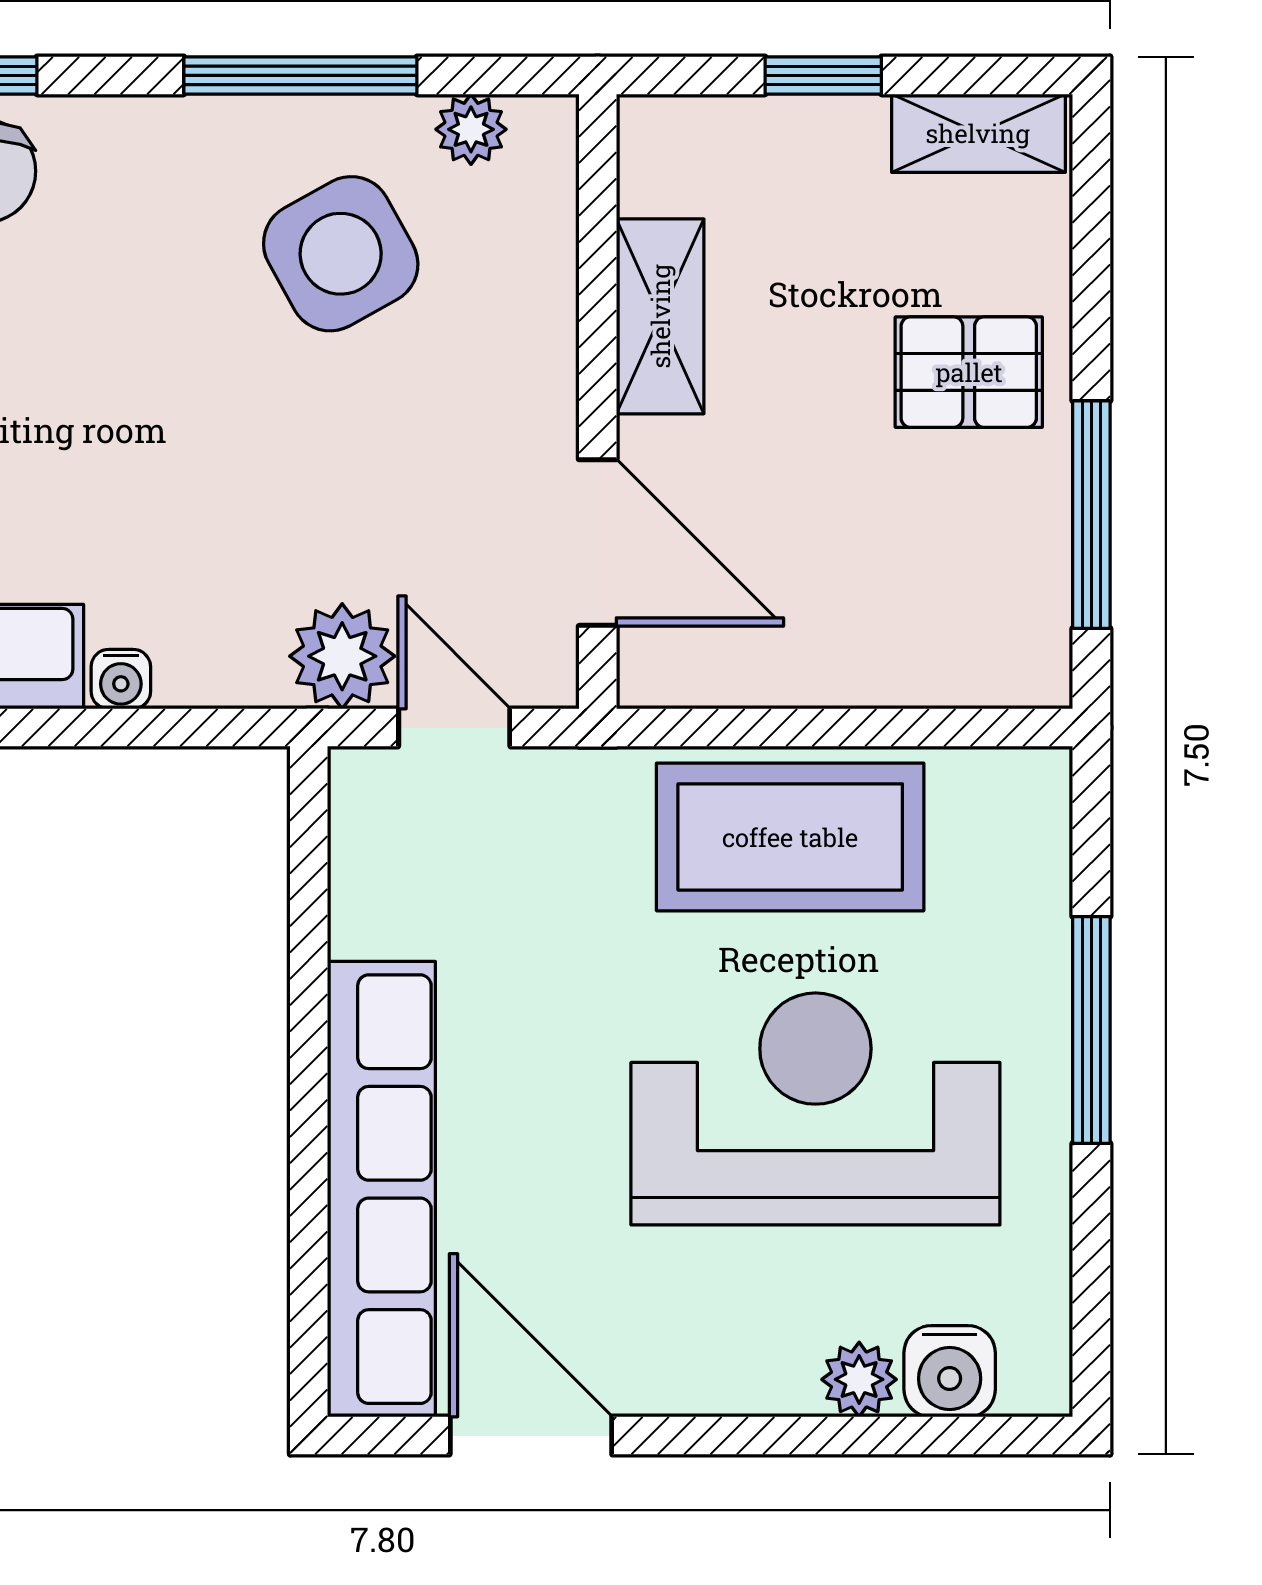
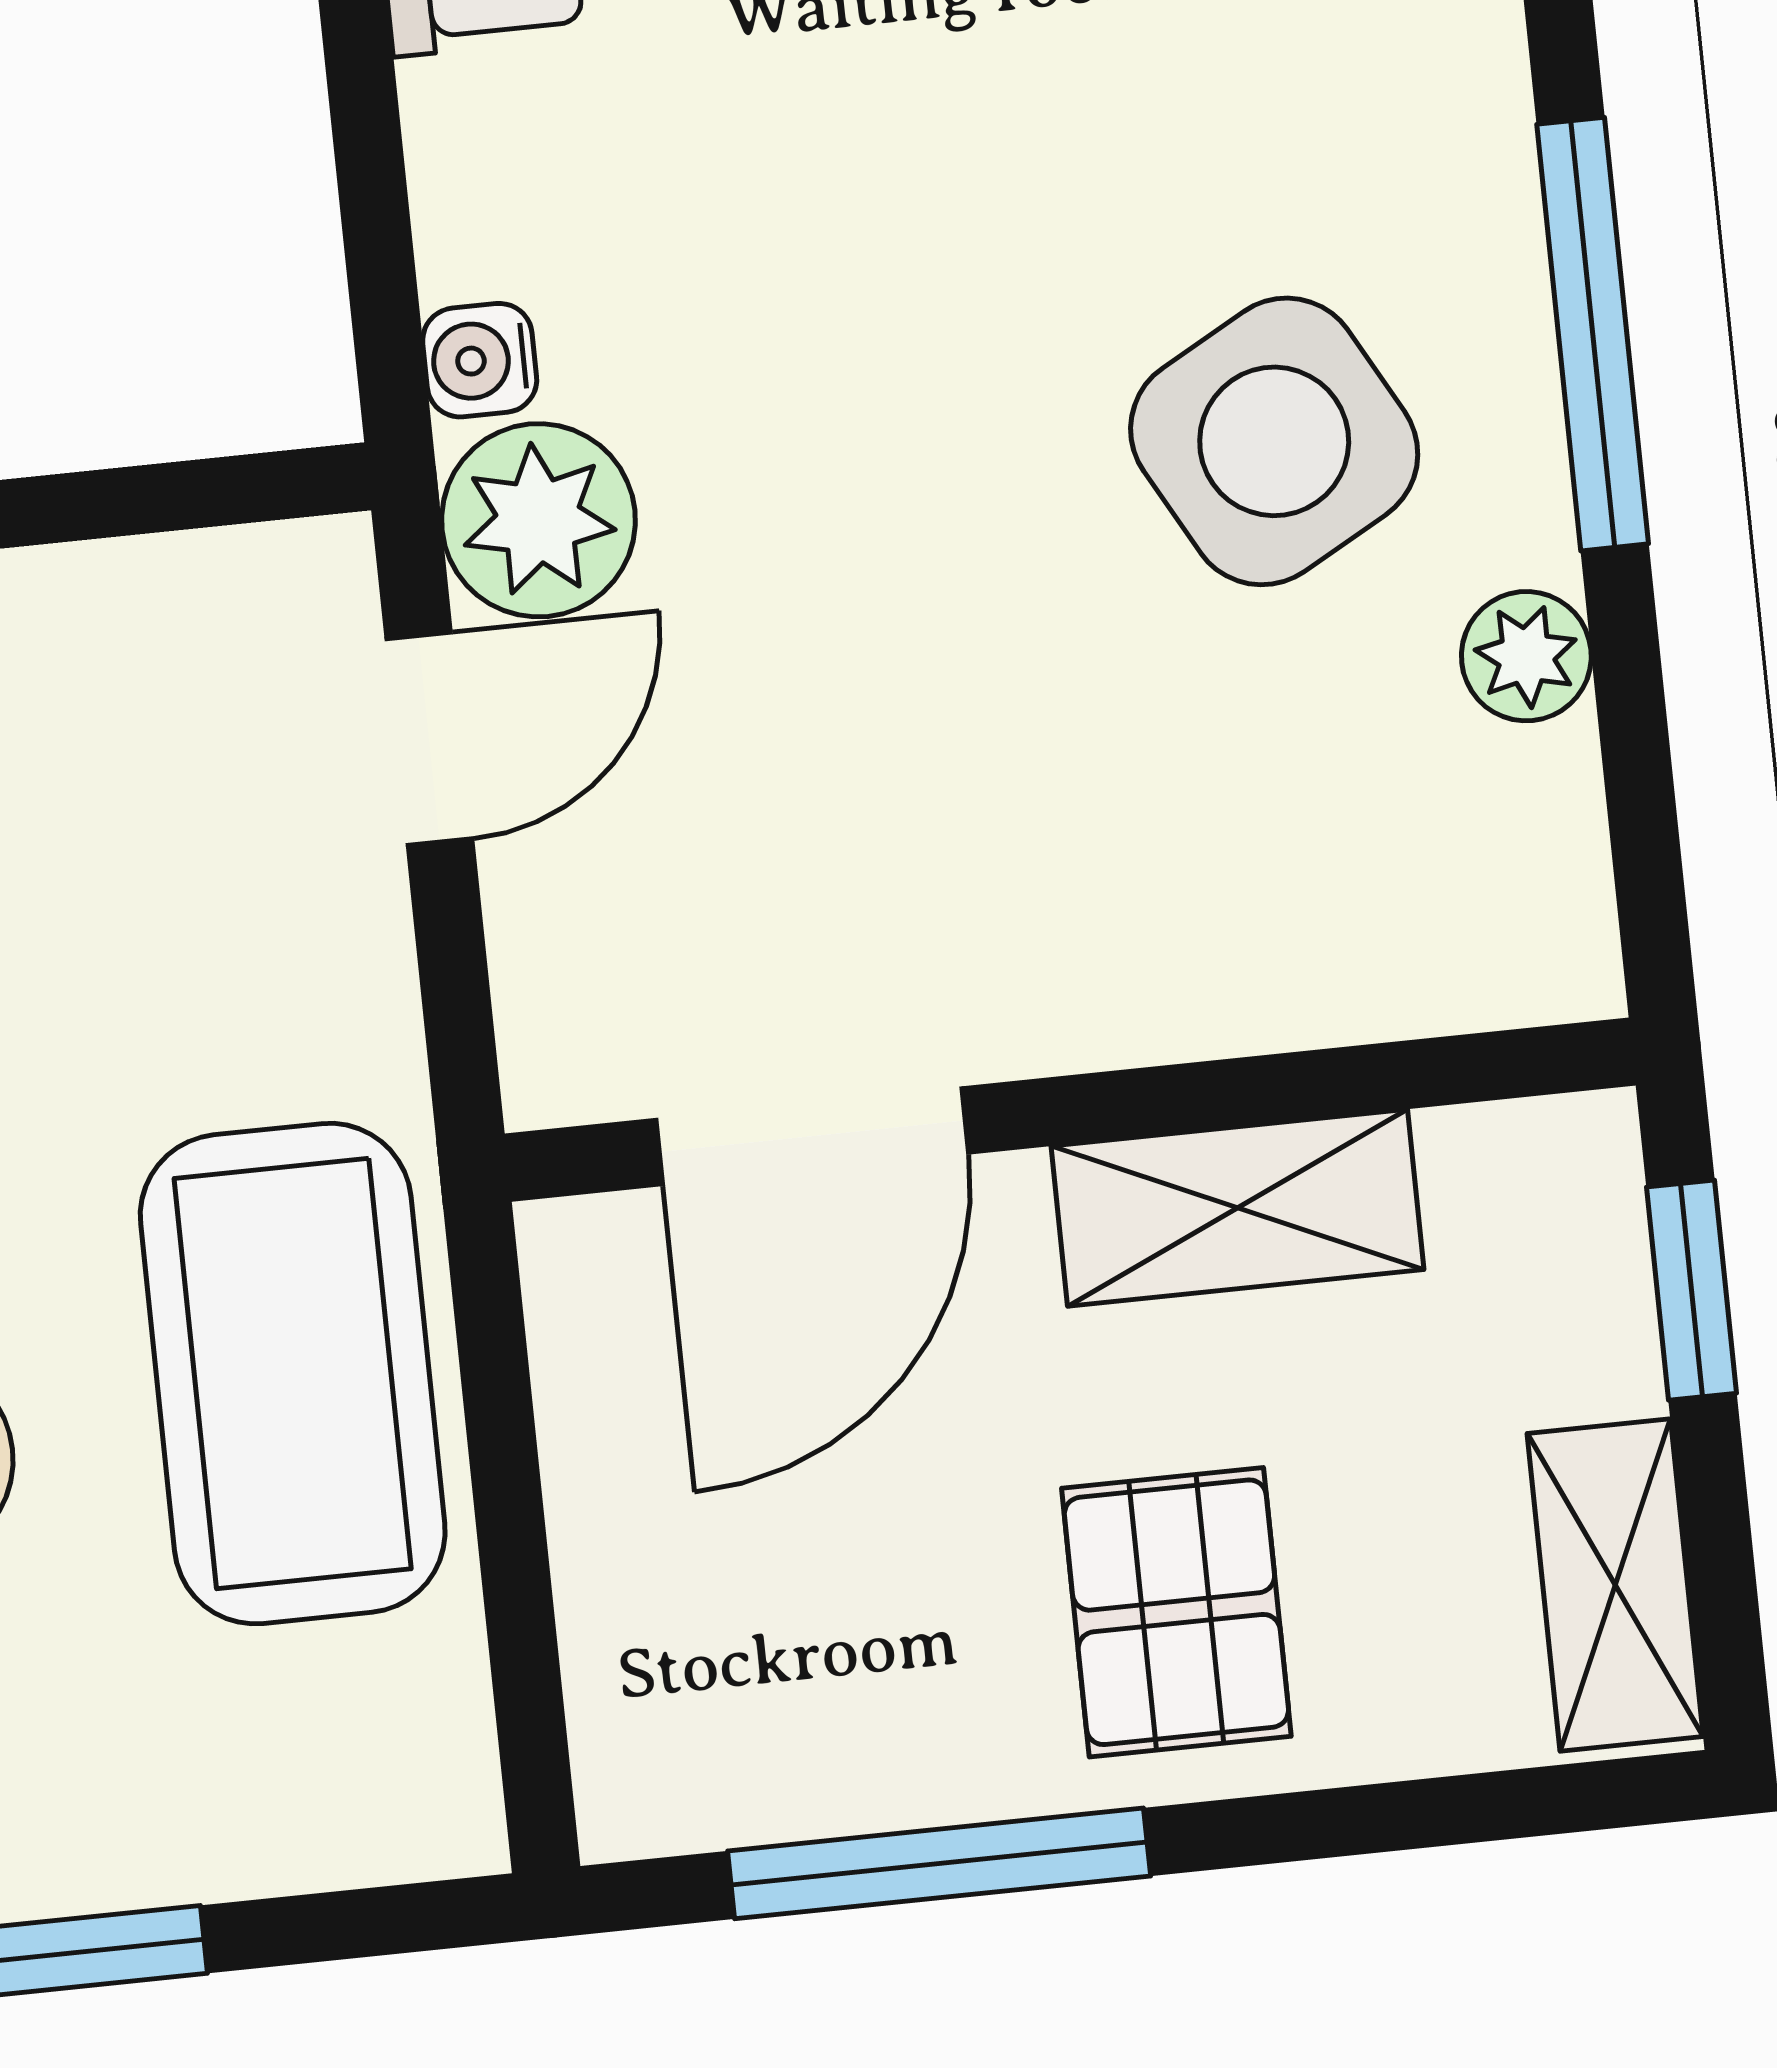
shelving: (660, 316) -> (1238, 1208), moved
wall: (598, 401) -> (1070, 1110), moved
door: (598, 543) -> (812, 1136), moved
water cooler: (121, 679) -> (480, 360), moved

